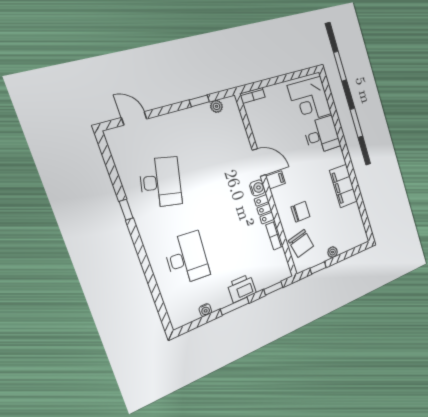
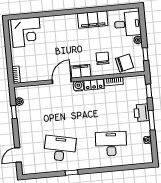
desk: (322, 135) -> (128, 24), moved, turned 90
filing cabinet: (276, 180) -> (81, 71), width x2.00

